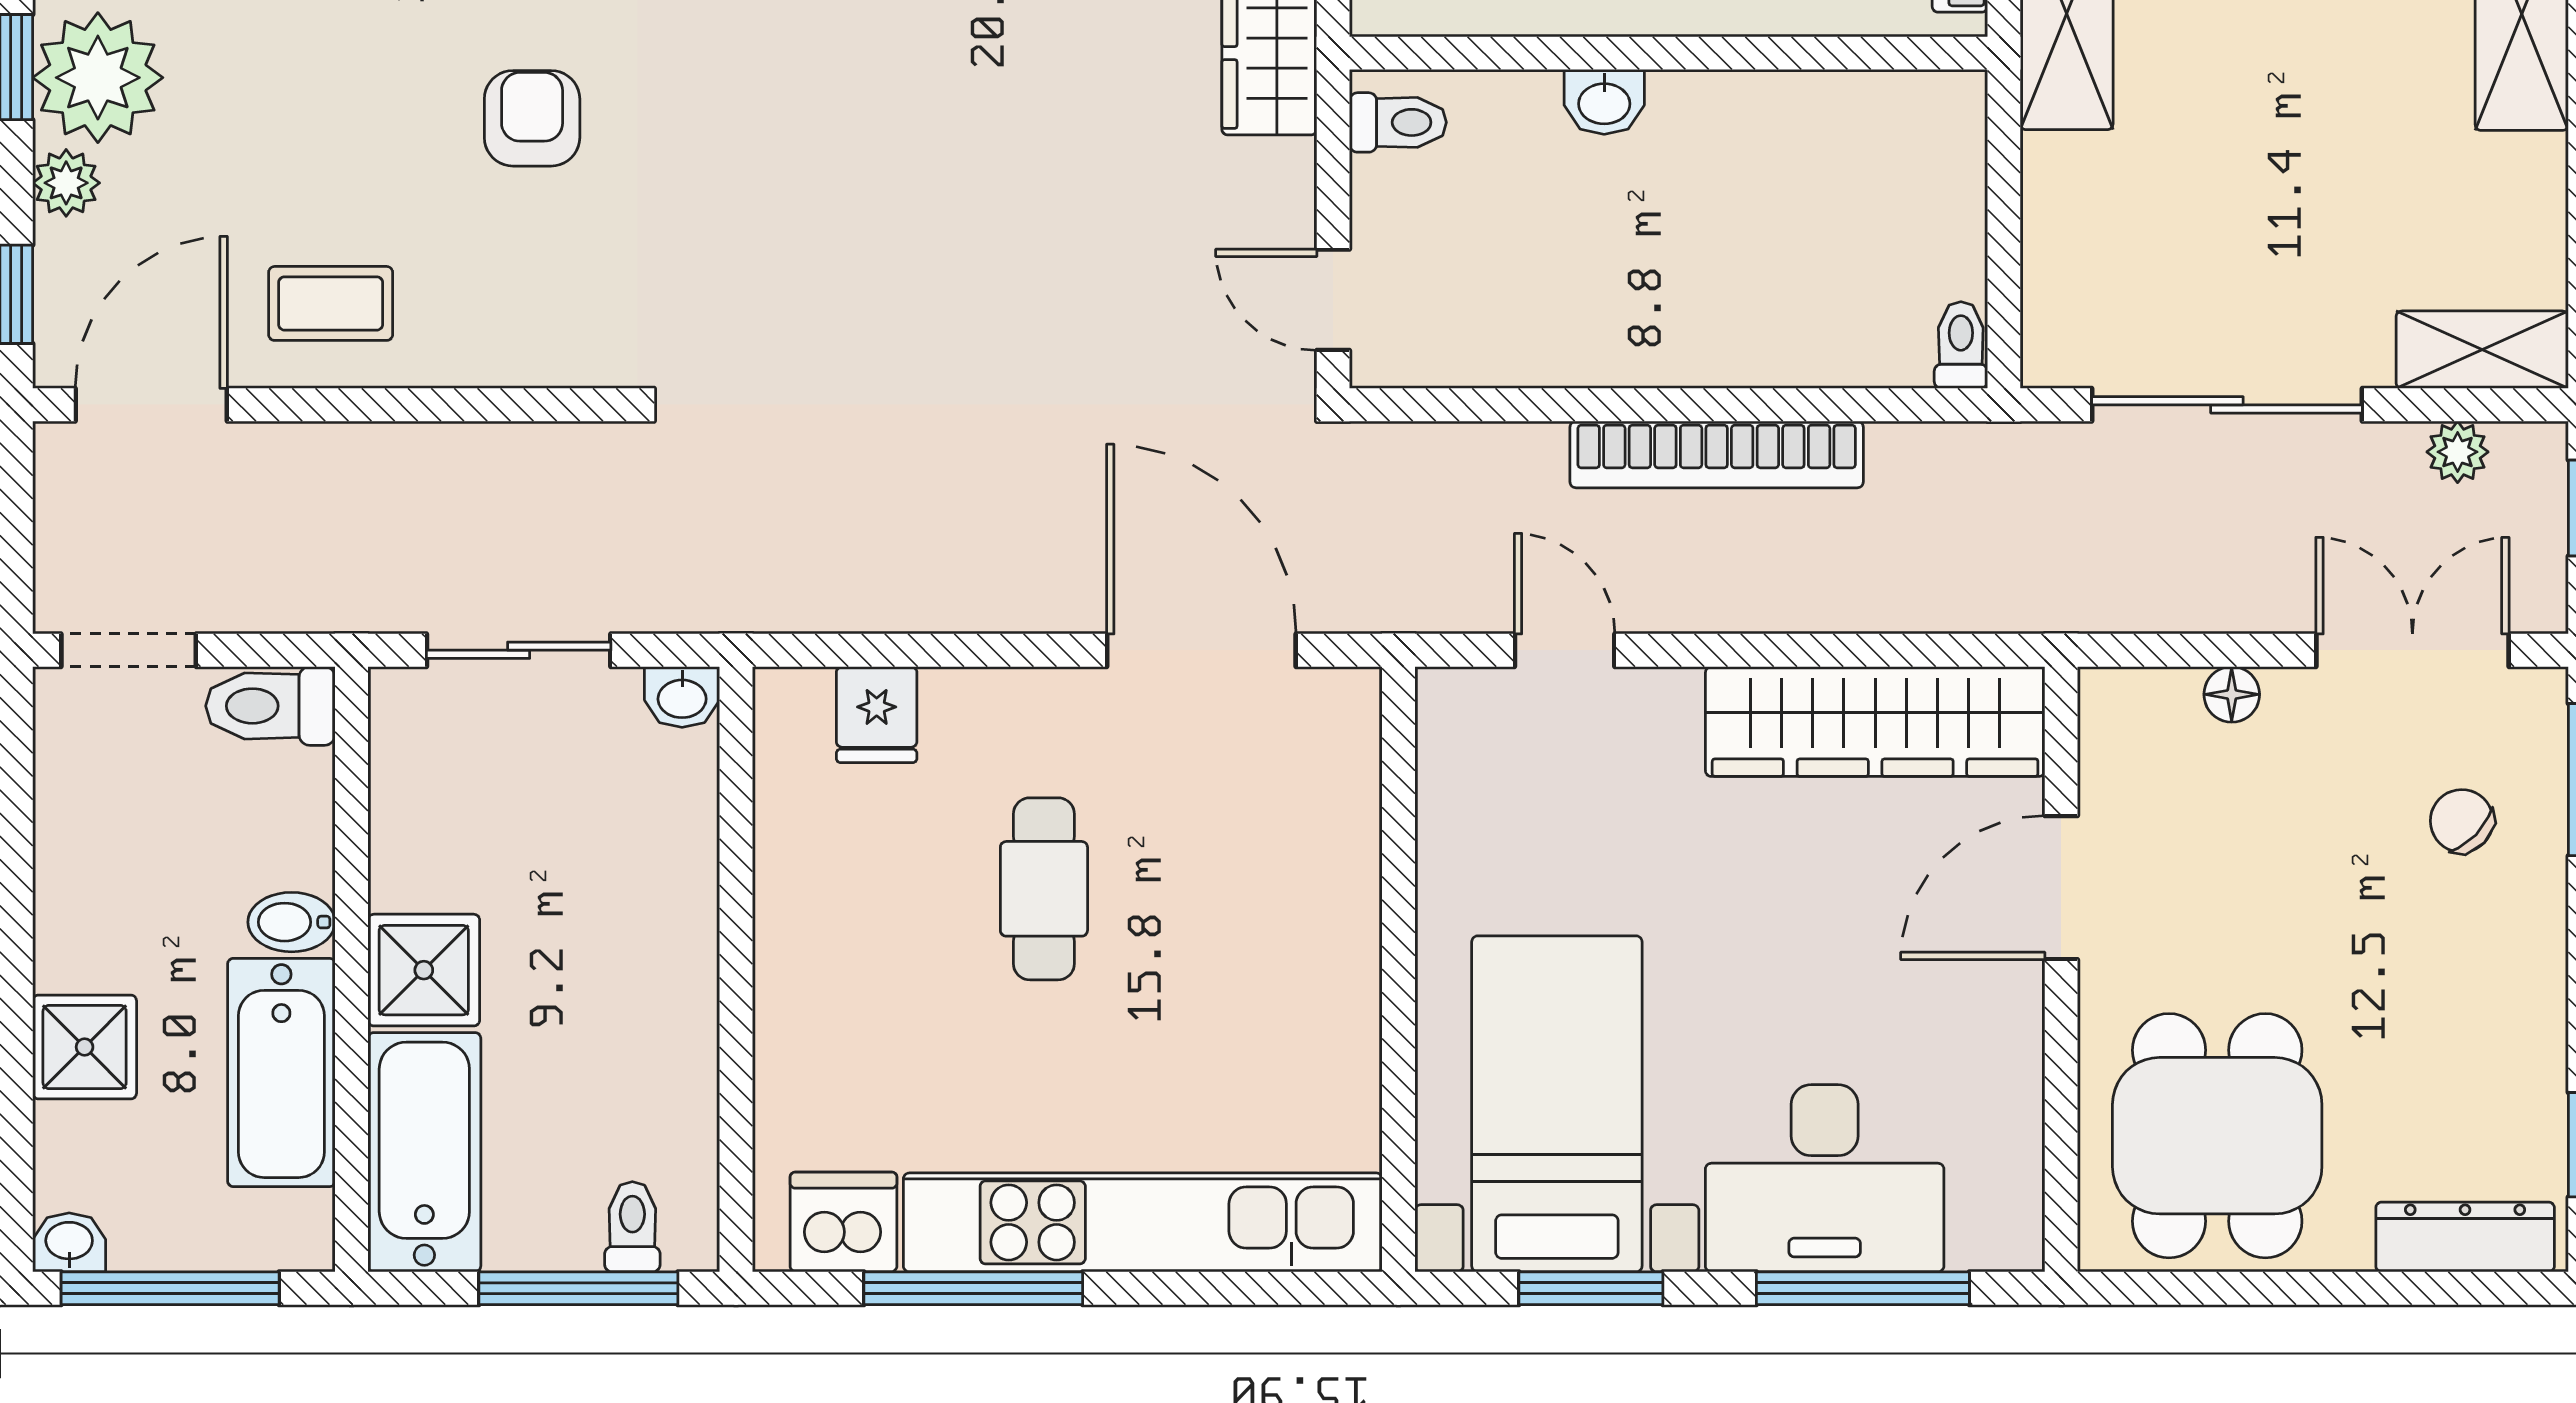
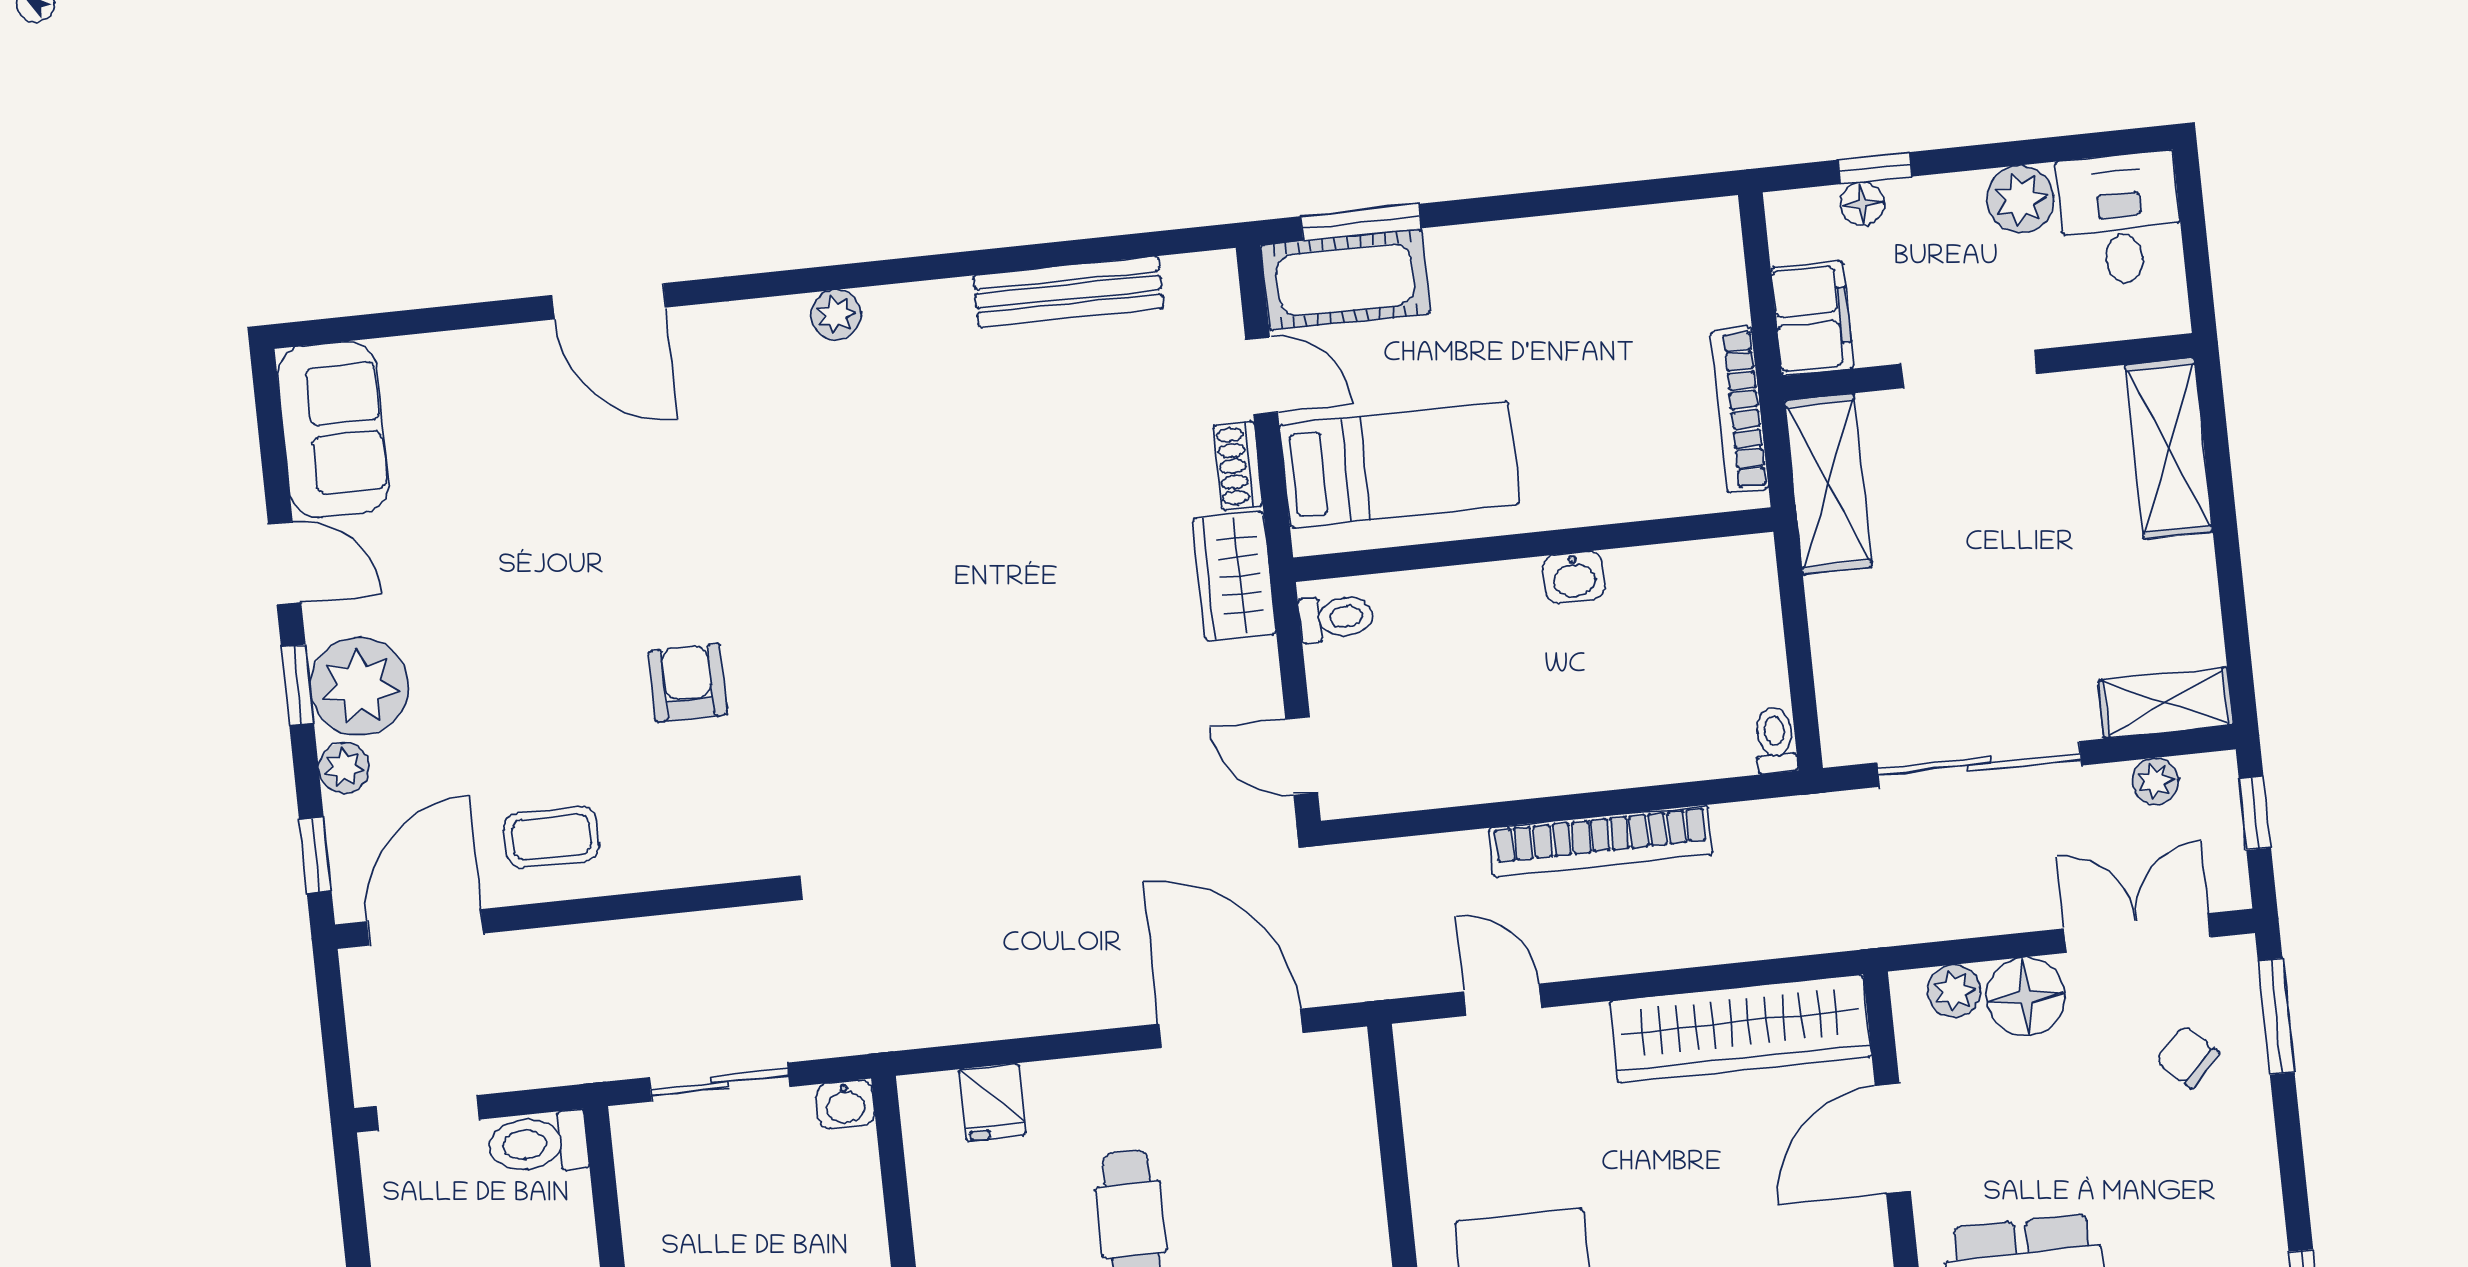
washbasin: (1604, 102) -> (1574, 577), moved
floor lamp: (2232, 694) -> (2026, 997), width x1.89, depth x1.89
plant: (2163, 701) -> (1954, 991), added

